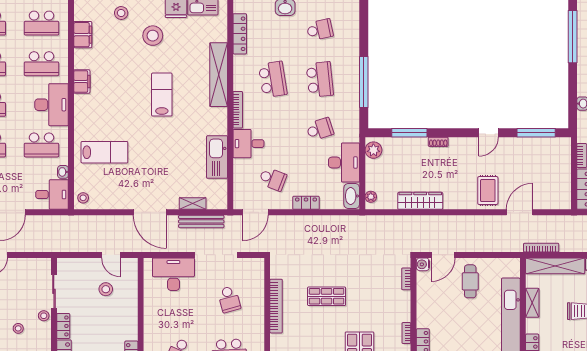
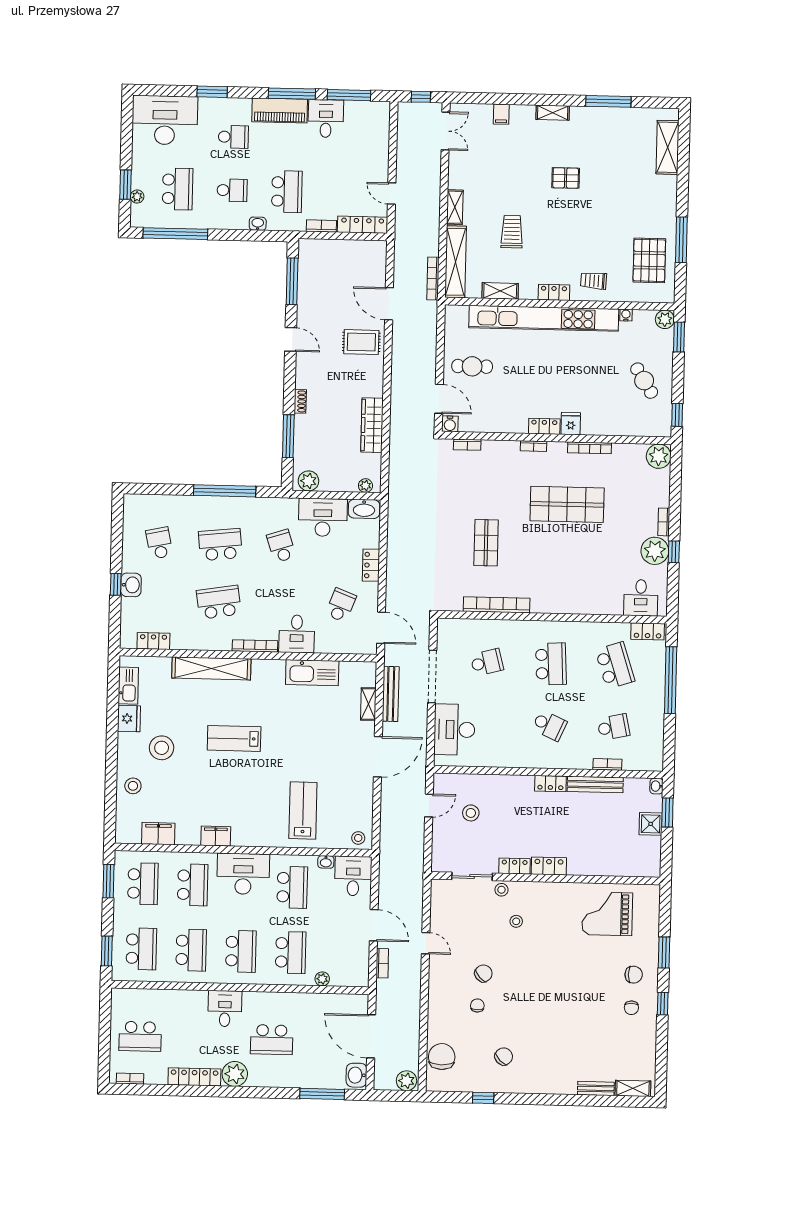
locker: (240, 34) -> (153, 641), width x0.66

